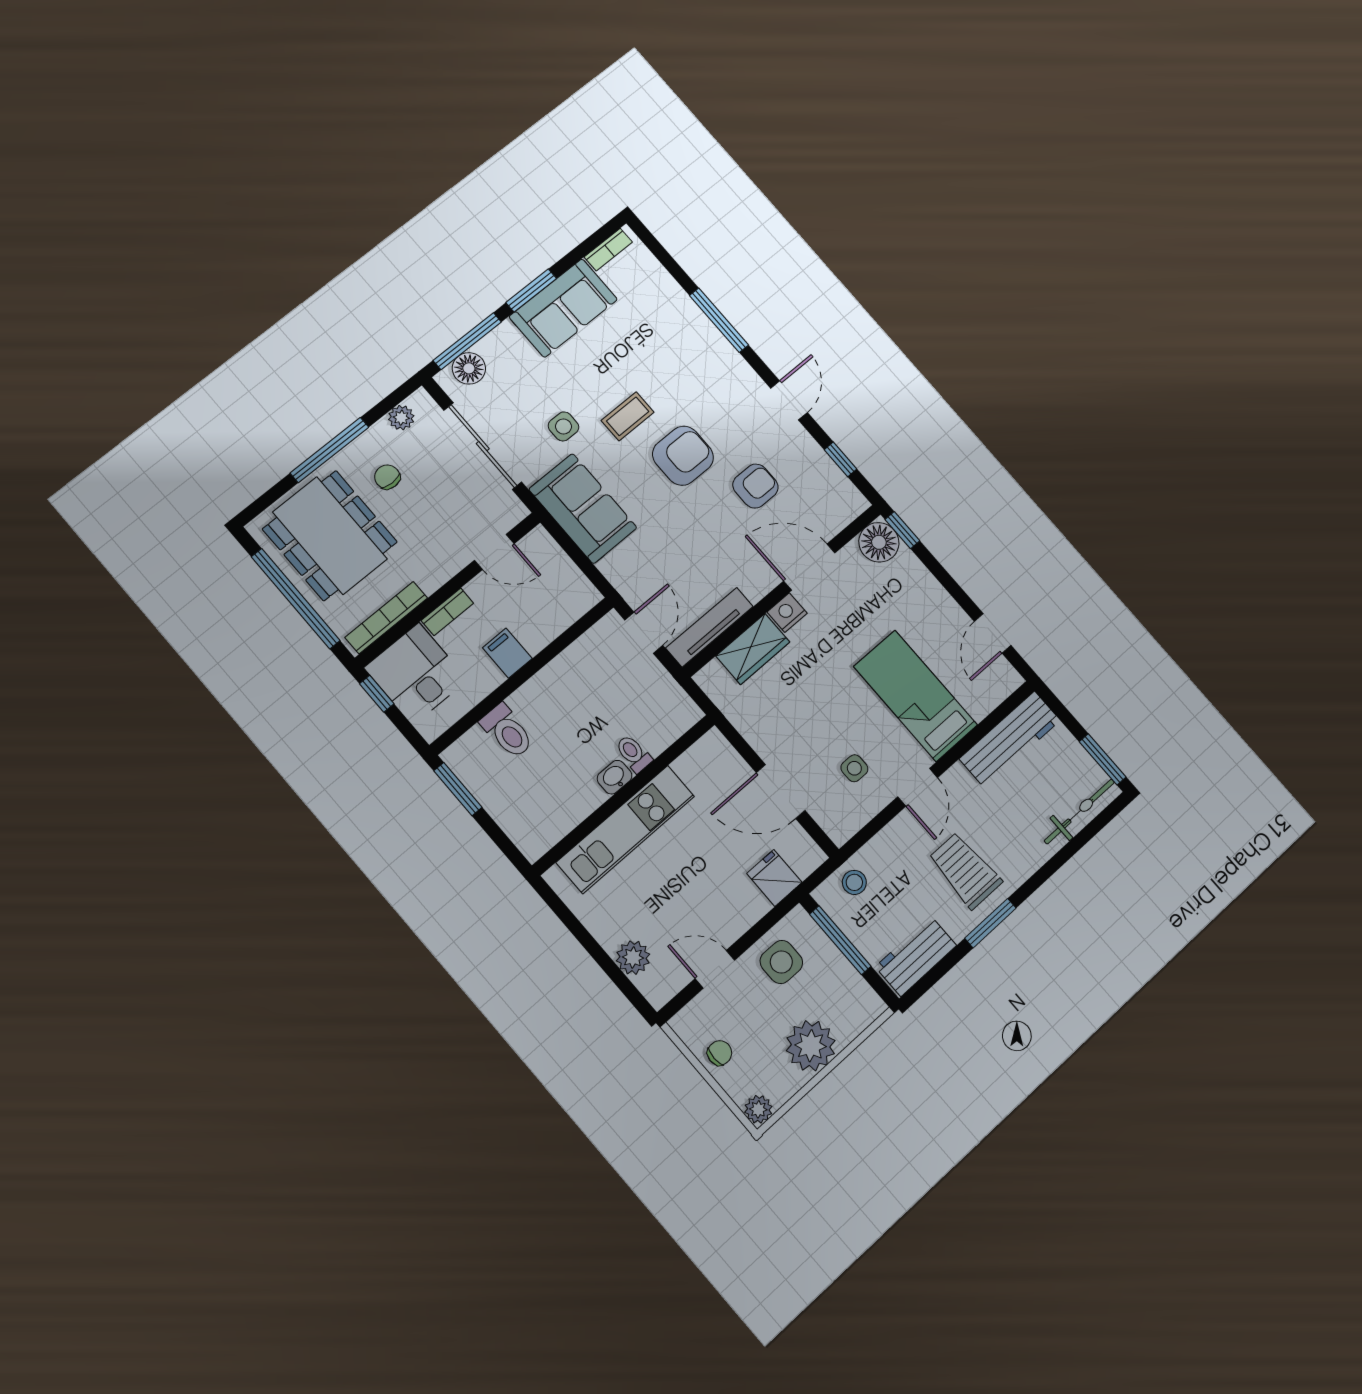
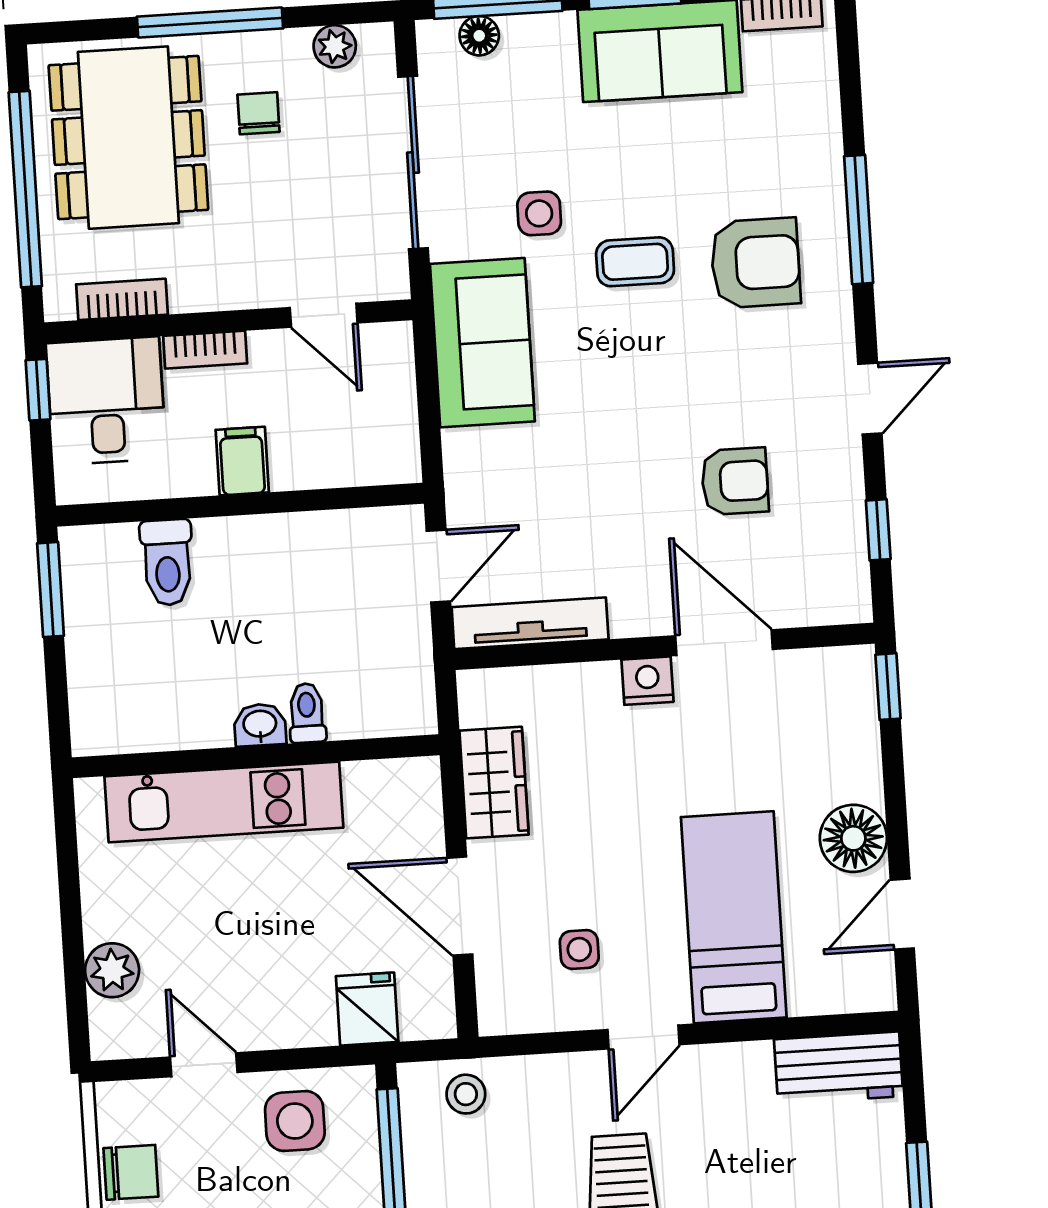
floor lamp: (469, 368) -> (479, 36), width x0.73, depth x0.73
armchair: (683, 456) -> (755, 263), moved
floor lamp: (879, 542) -> (853, 838), moved
bookcase: (386, 618) -> (122, 299), width x0.64
wardrobe: (753, 649) -> (494, 783), moved, turned -90
workbench: (1010, 740) -> (839, 1068), width x0.73
chair: (720, 1053) -> (131, 1172), width x1.37, depth x1.37

